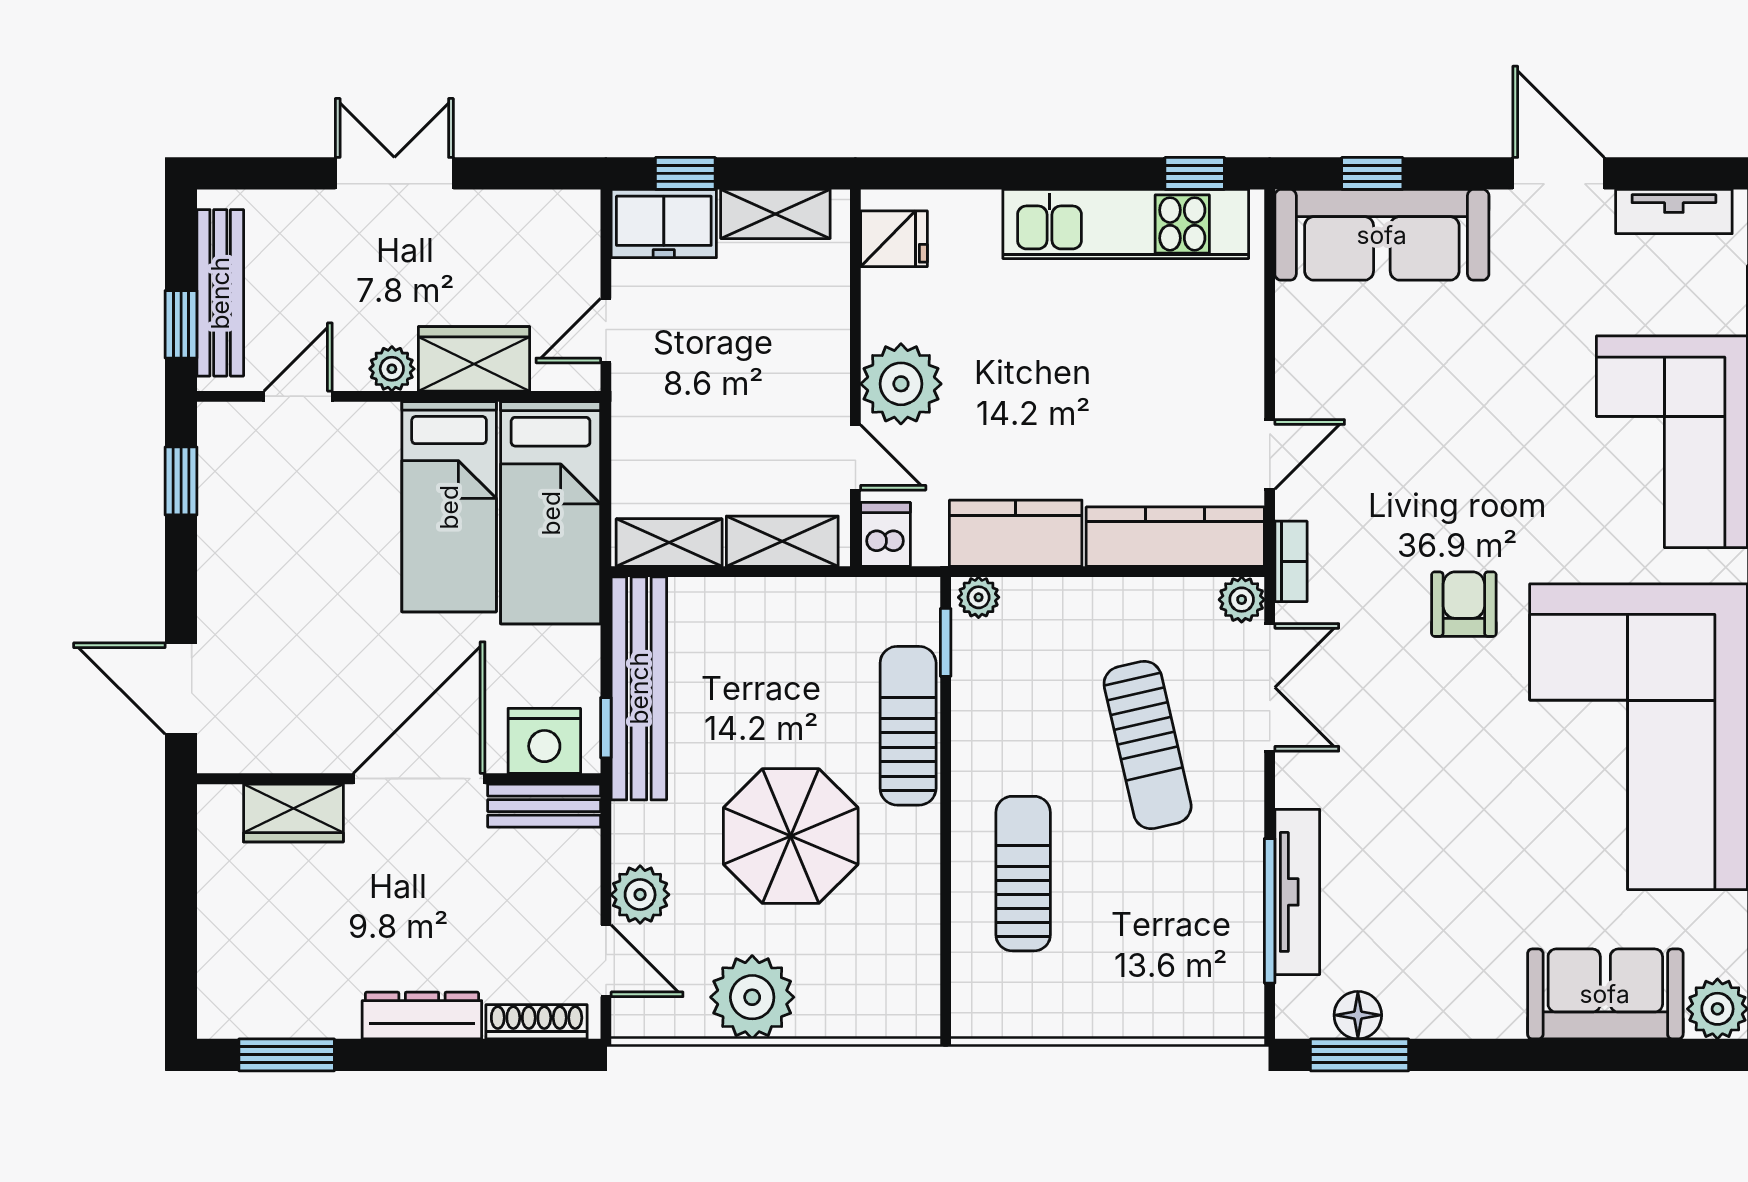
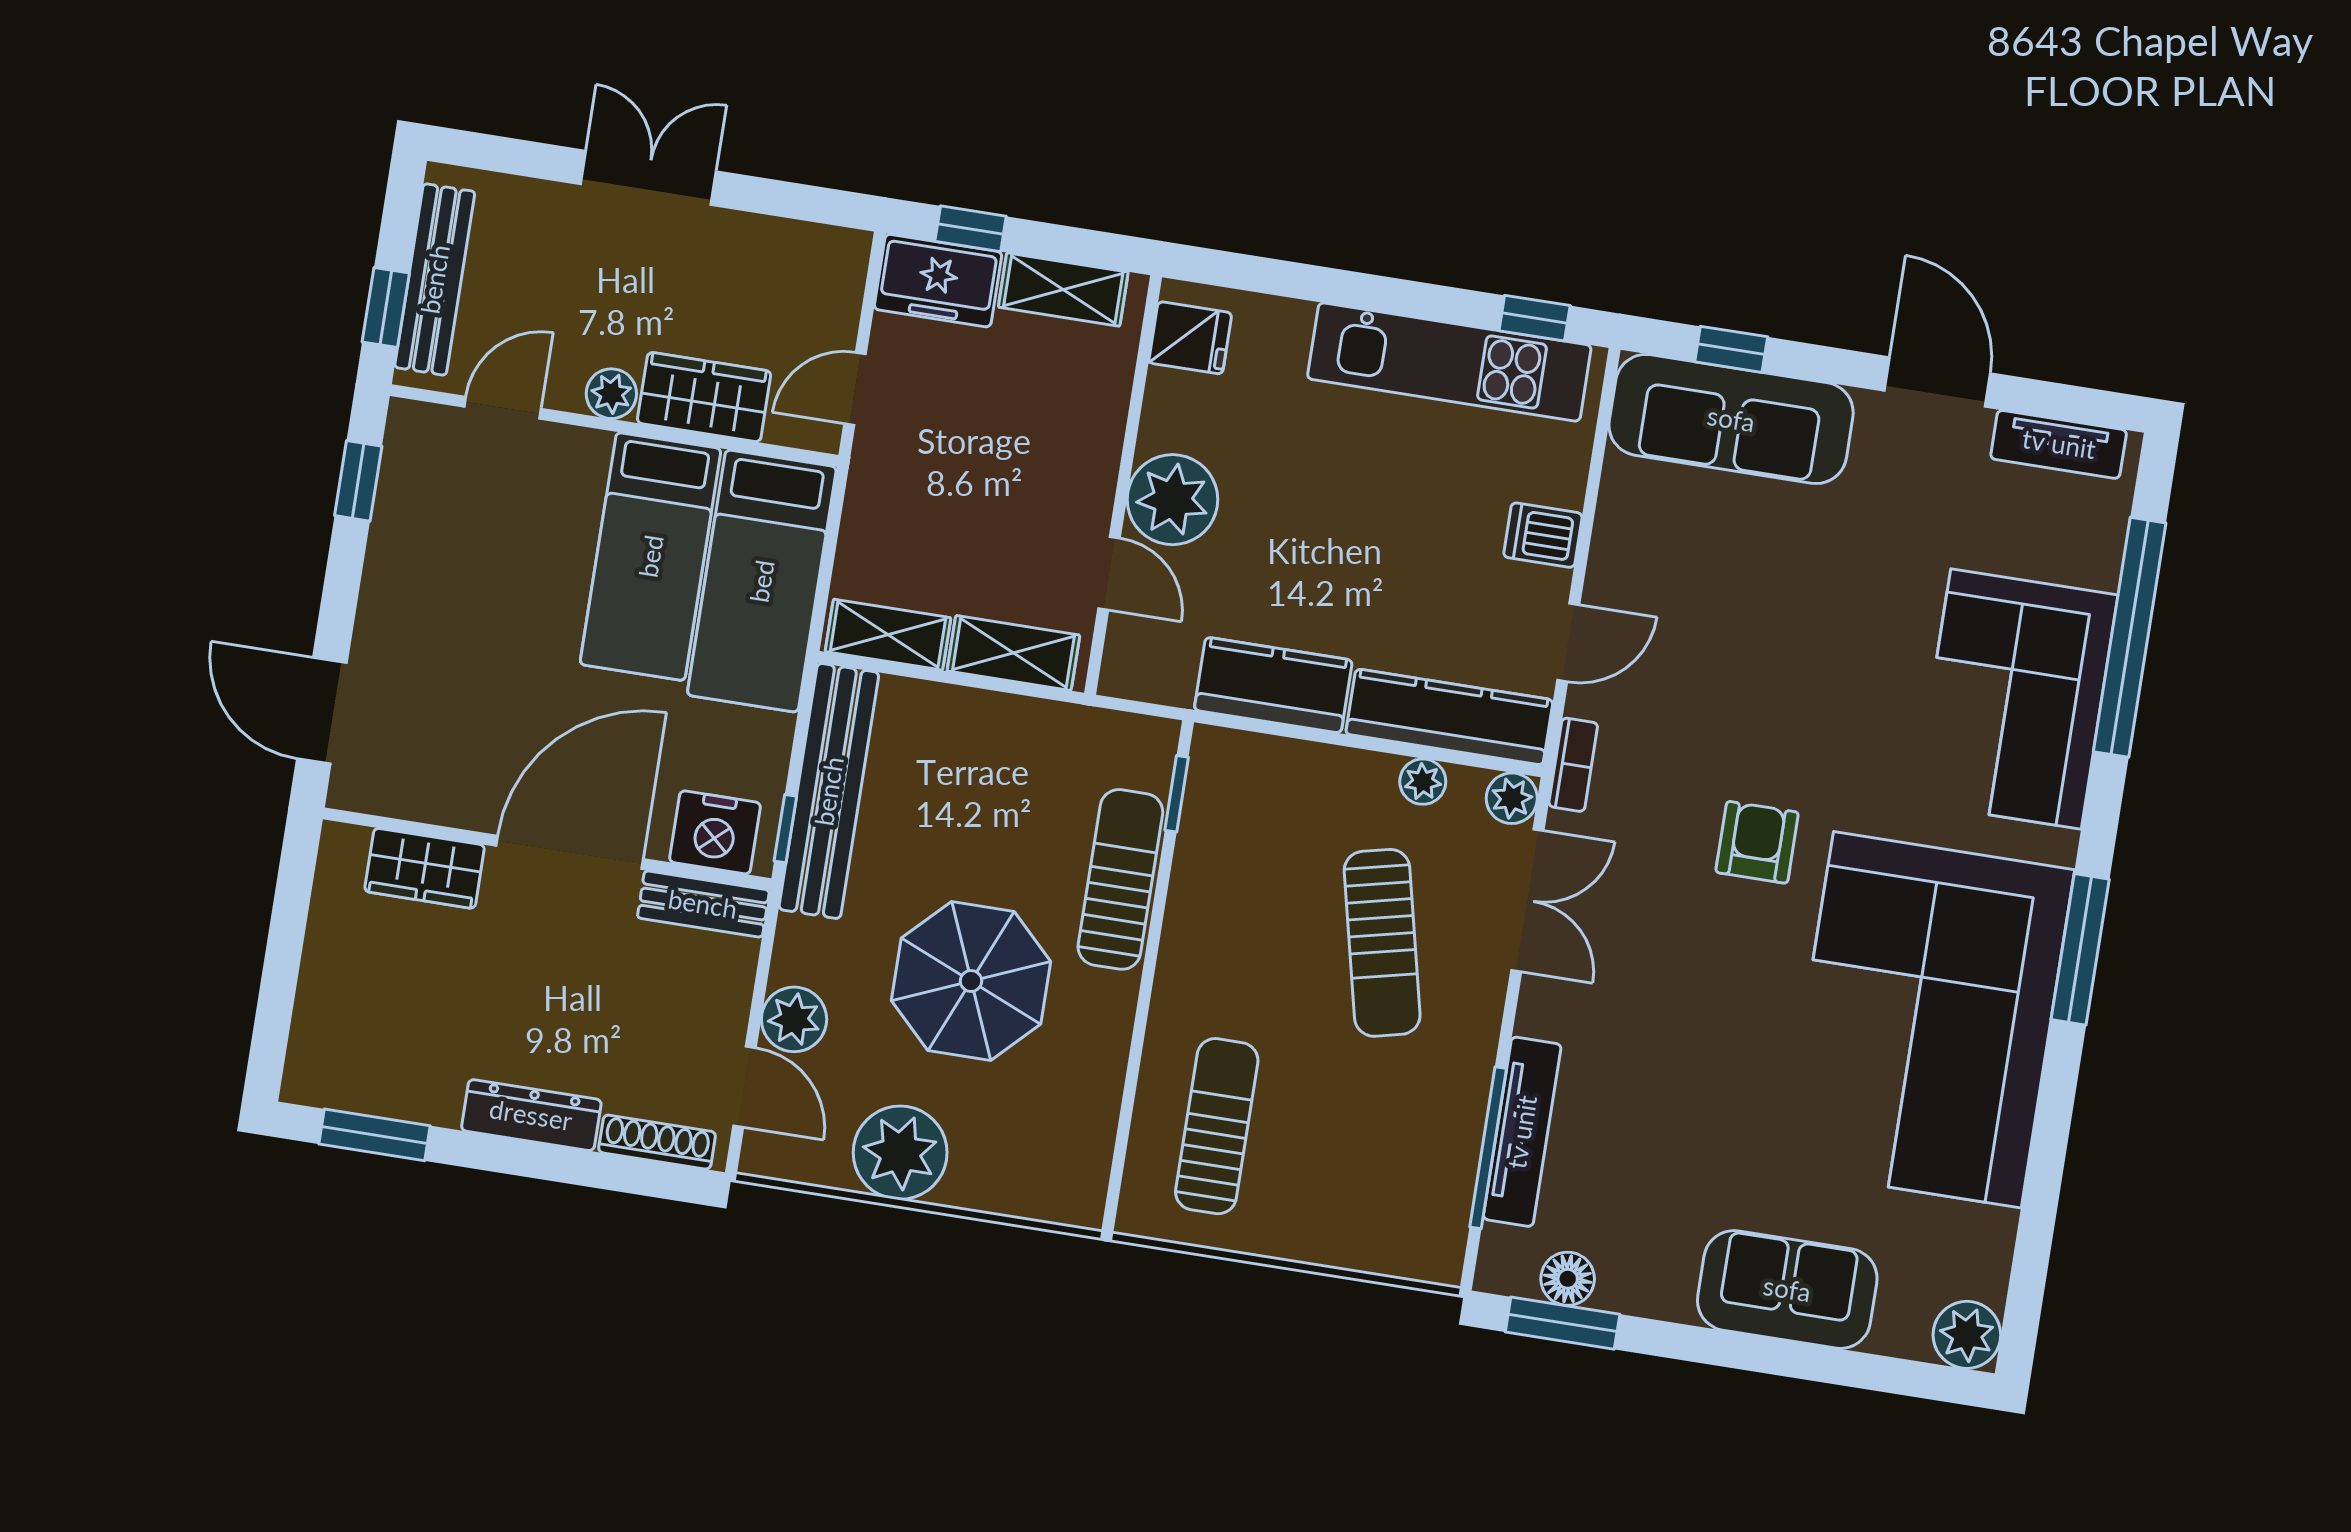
dishwasher: (886, 534) -> (1543, 535), moved, turned -90
plant: (979, 597) -> (1423, 782), moved
sun lounger: (1023, 874) -> (1217, 1126), moved
sofa: (1605, 994) -> (1787, 1289), moved

